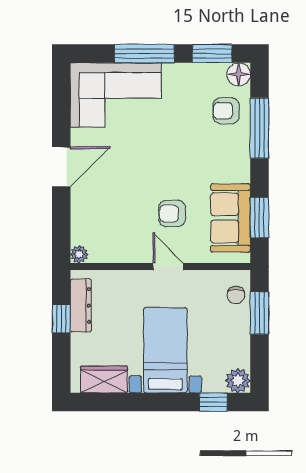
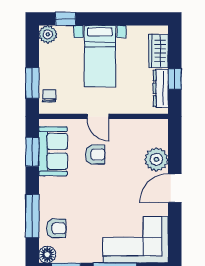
plant: (79, 254) -> (156, 159), moved, width x1.87, depth x1.87
wardrobe: (104, 379) -> (159, 51), moved, turned 90

